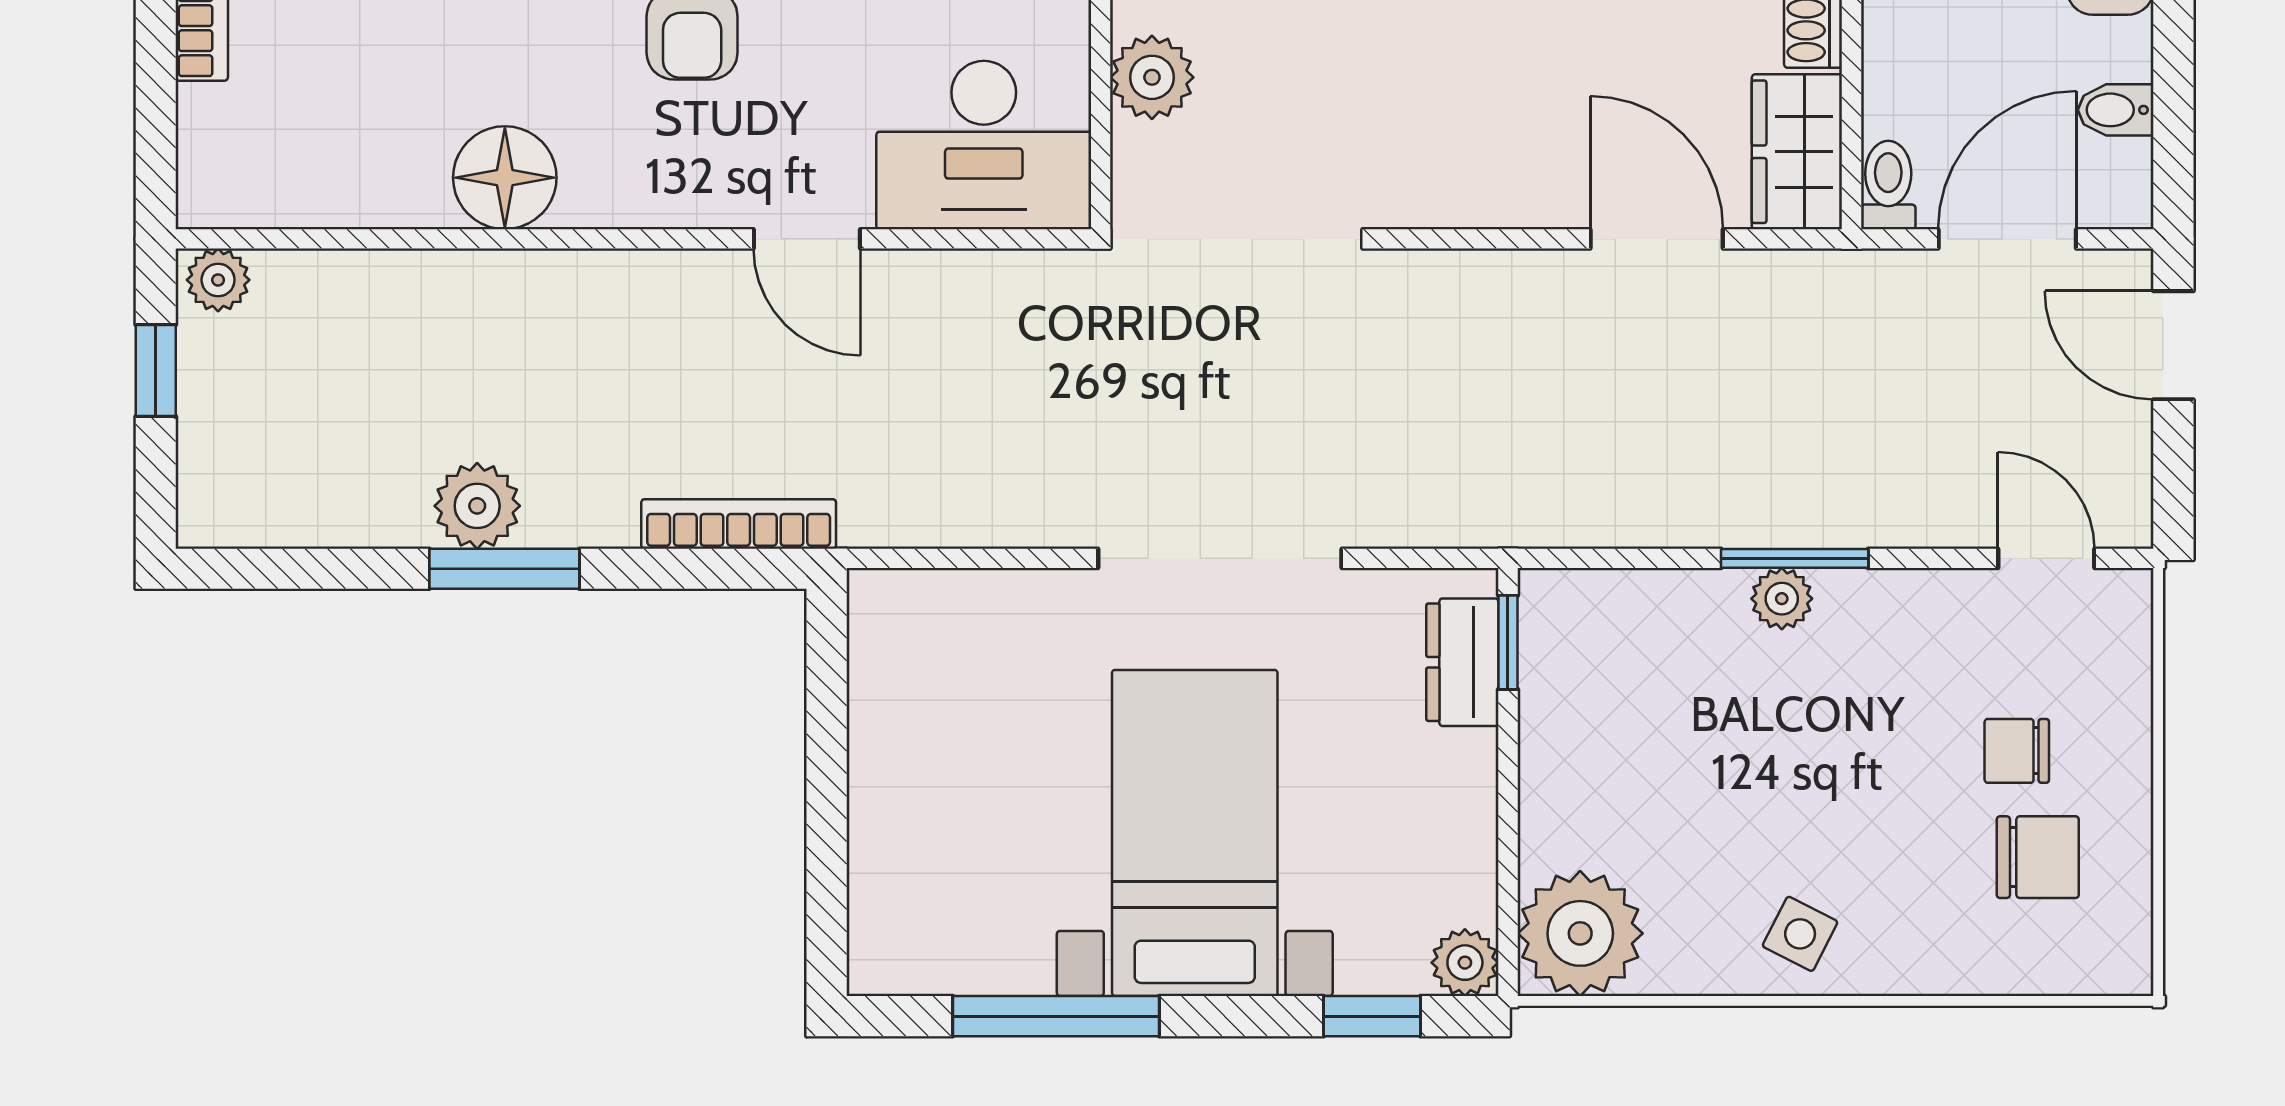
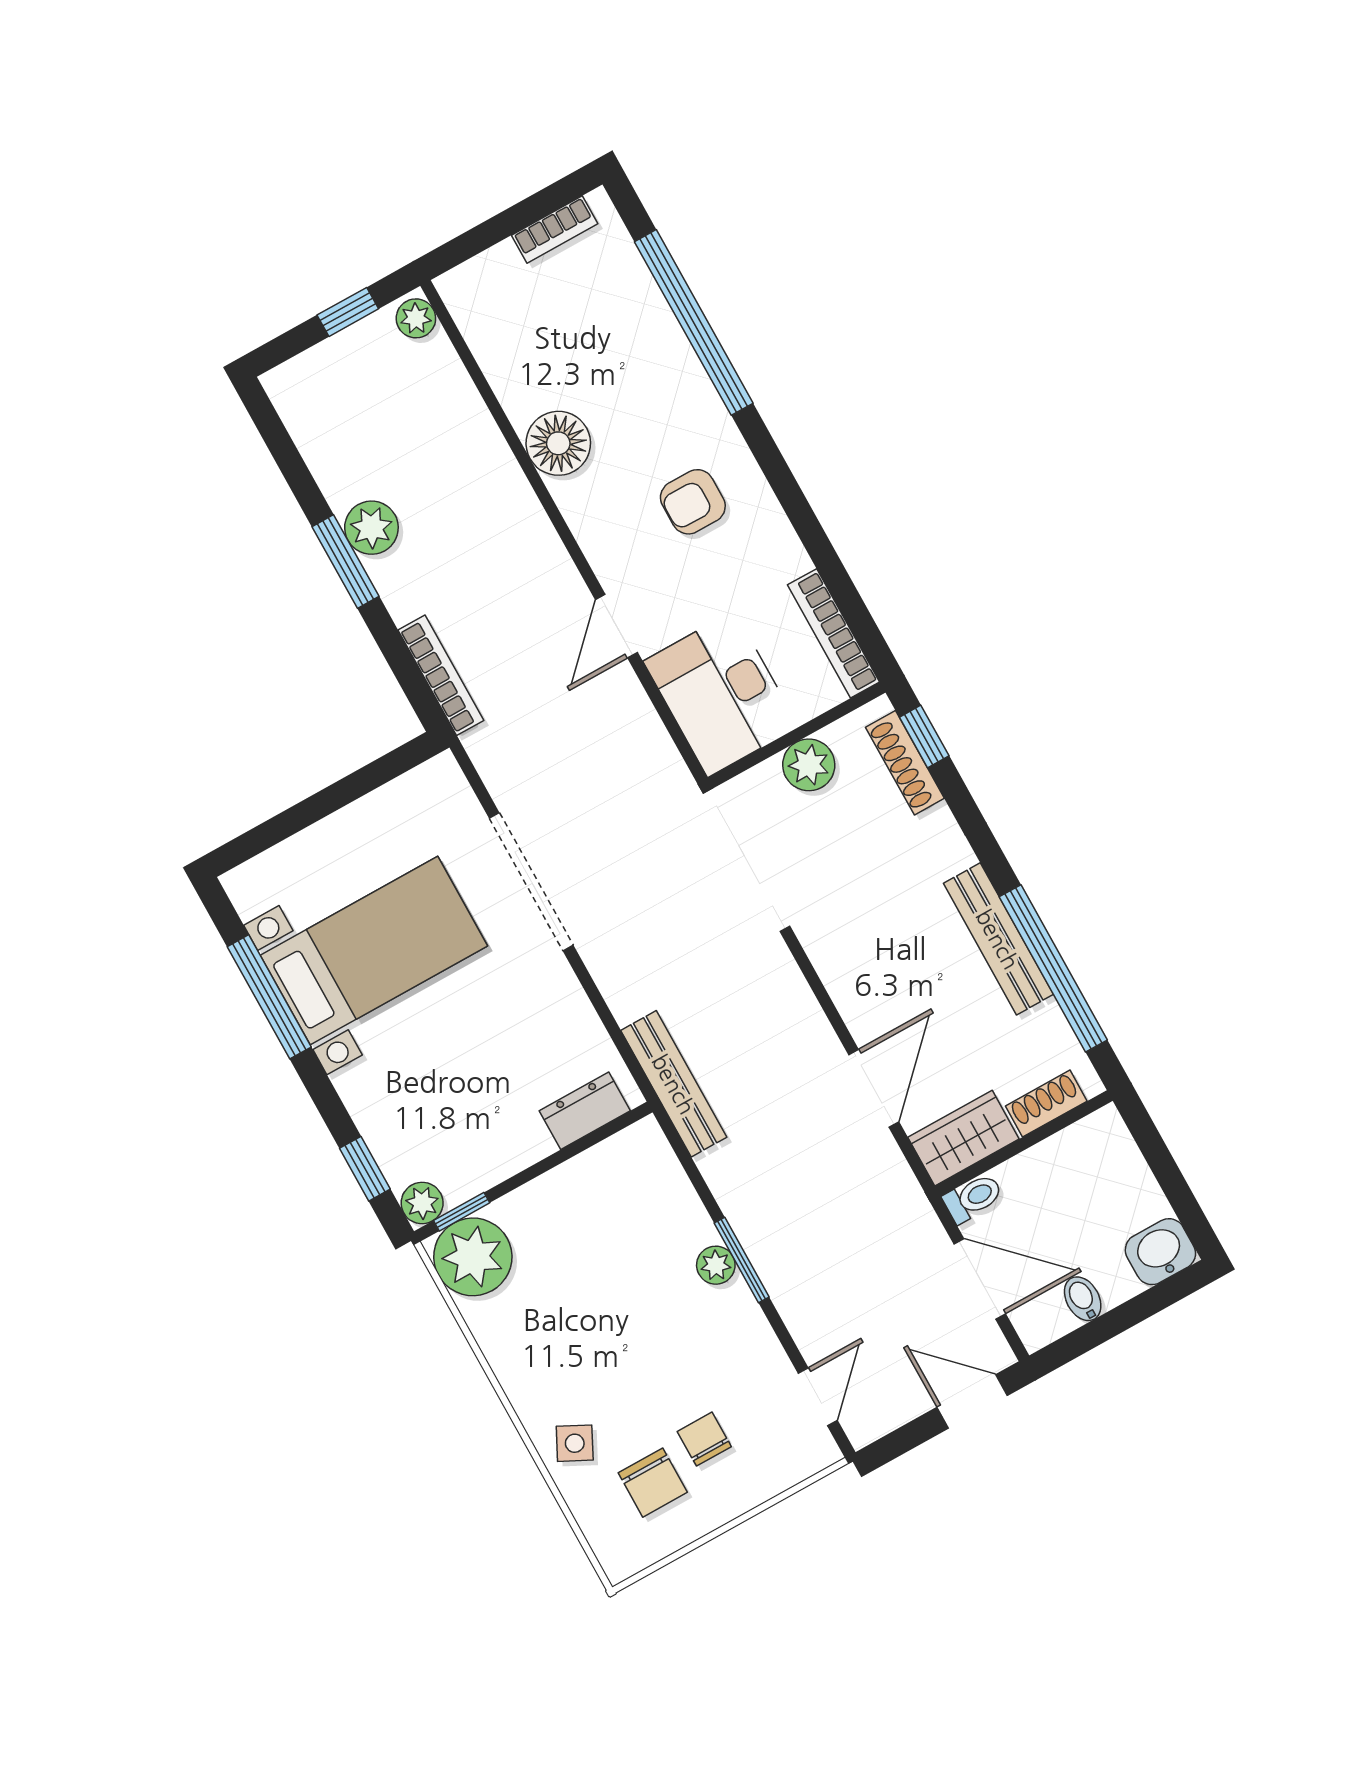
door: (2173, 345) -> (972, 1401), hinge flipped
bench: (1494, 516) -> (674, 1084), added
doorway: (1220, 558) -> (531, 882), moved
window: (1508, 642) -> (462, 1212), moved
bed with nightstands: (1195, 833) -> (374, 951), moved
side table: (1800, 934) -> (575, 1443), moved

